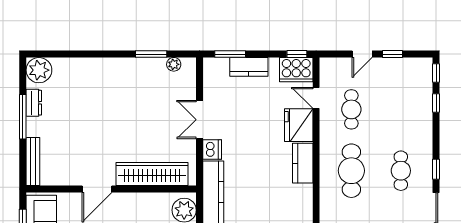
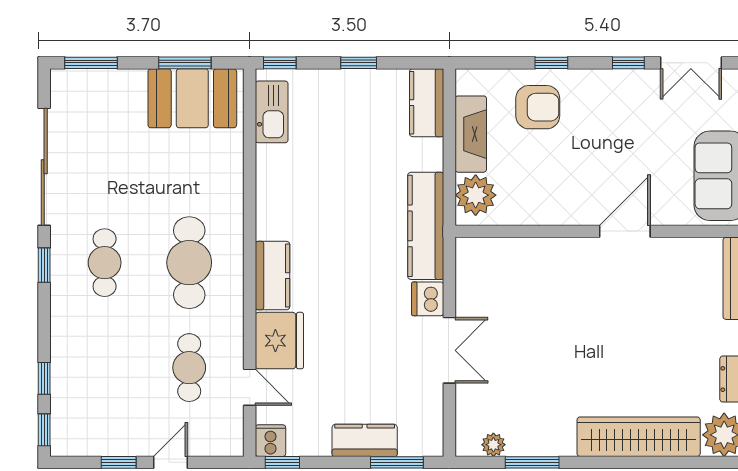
cooker: (296, 70) -> (270, 441), width x0.53, depth x0.76
wardrobe: (152, 174) -> (639, 437), moved, turned 180

